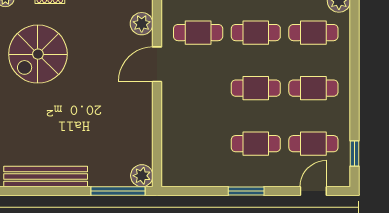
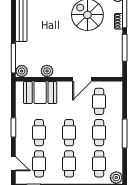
plant: (142, 24) -> (47, 71), moved
door: (157, 64) -> (82, 79), swing flipped
booth: (182, 142) -> (40, 93), added

